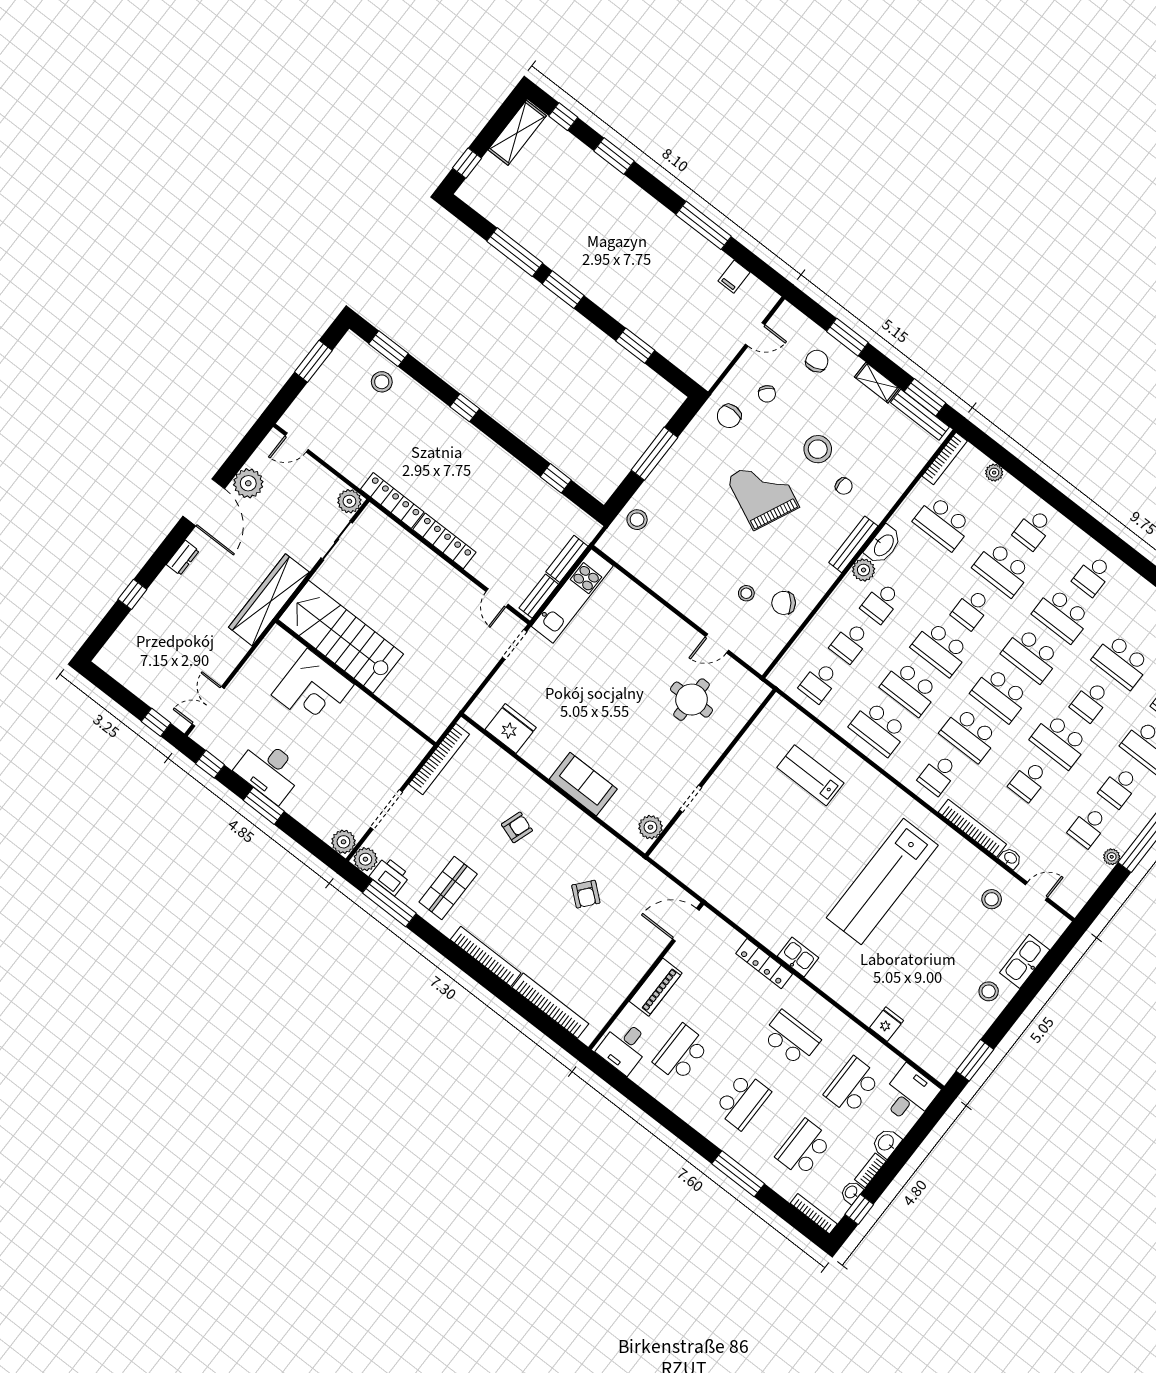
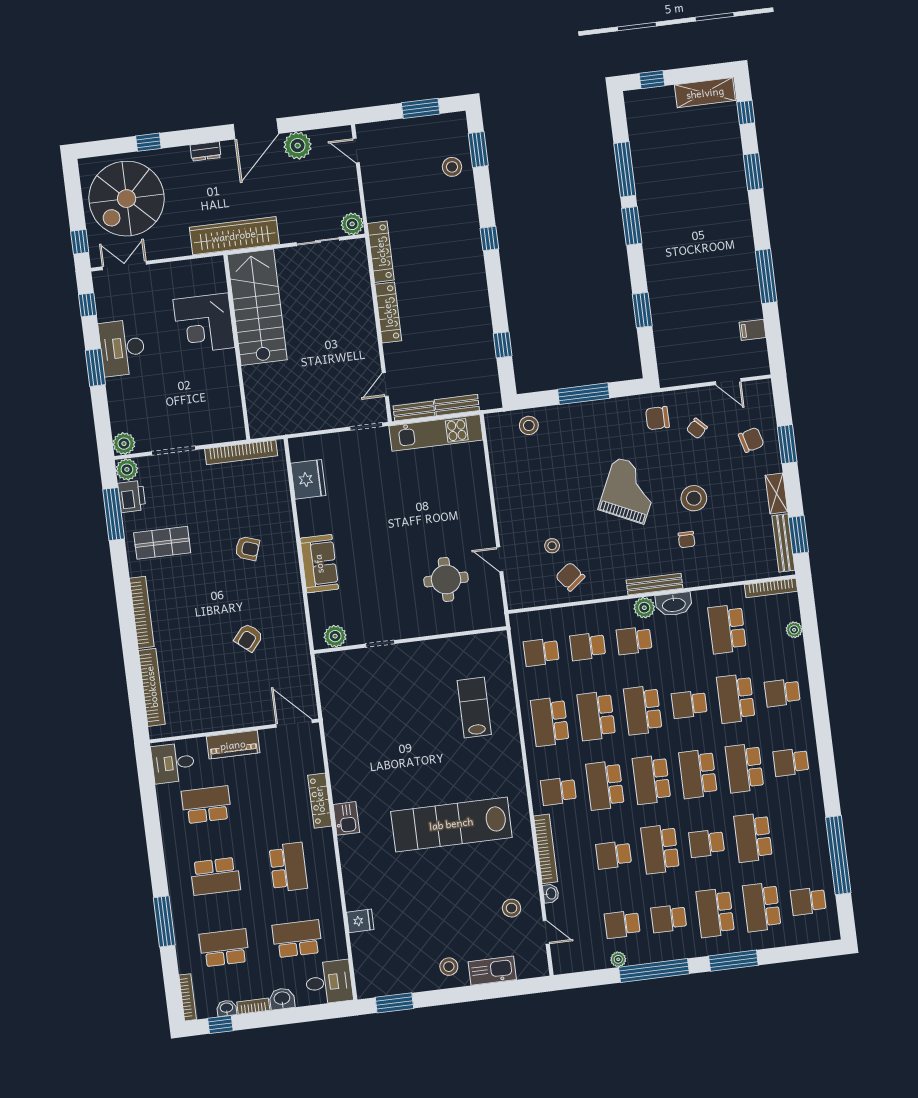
spiral stairs: (159, 654) -> (127, 199), added

